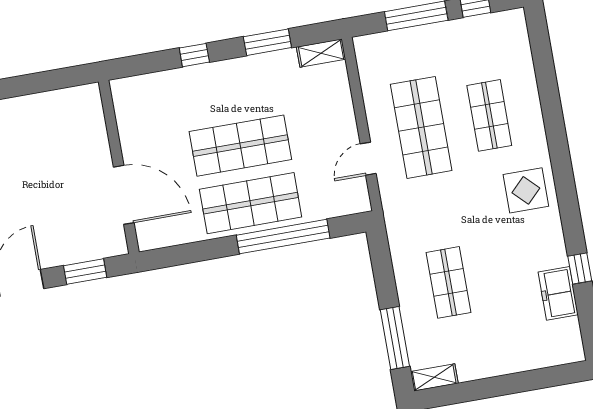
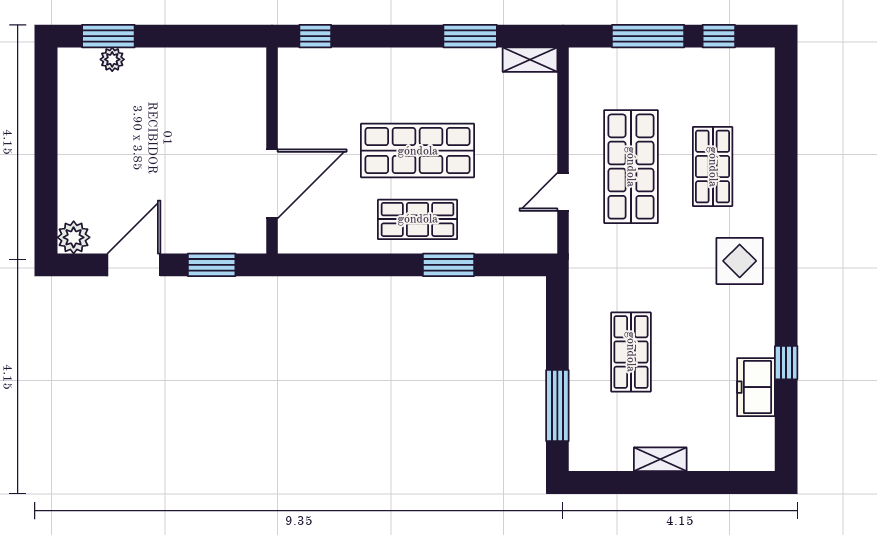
window: (194, 55) -> (315, 36), moved
door: (124, 195) -> (272, 184), hinge flipped
shop shelf: (251, 203) -> (418, 219), width x0.70, depth x0.74
window: (283, 237) -> (448, 265), width x0.47
shelving: (434, 377) -> (660, 459), moved

